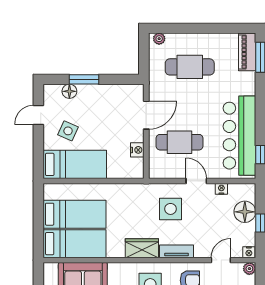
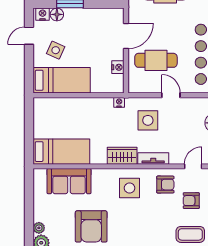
nightstand: (53, 91) -> (43, 14), added
nightstand: (221, 189) -> (119, 102), moved
bed: (74, 214) -> (61, 125), removed

